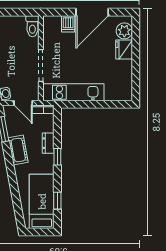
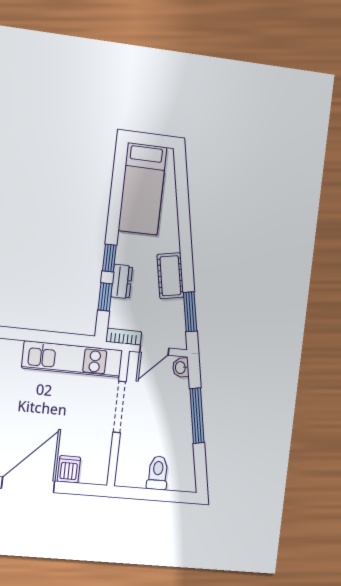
toilet: (32, 26) -> (158, 473), moved
door: (23, 103) -> (154, 350), swing flipped
window: (57, 201) -> (105, 297), moved

